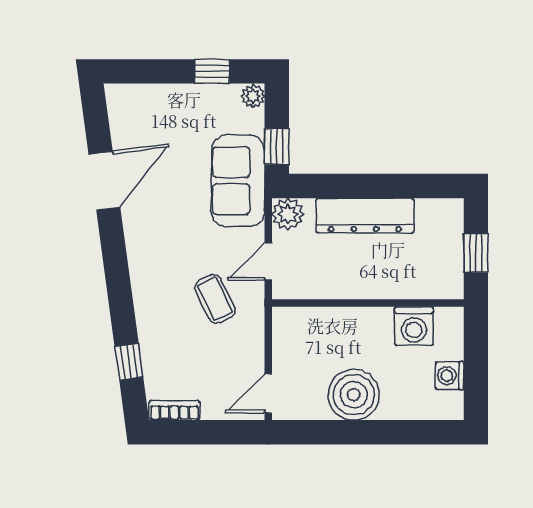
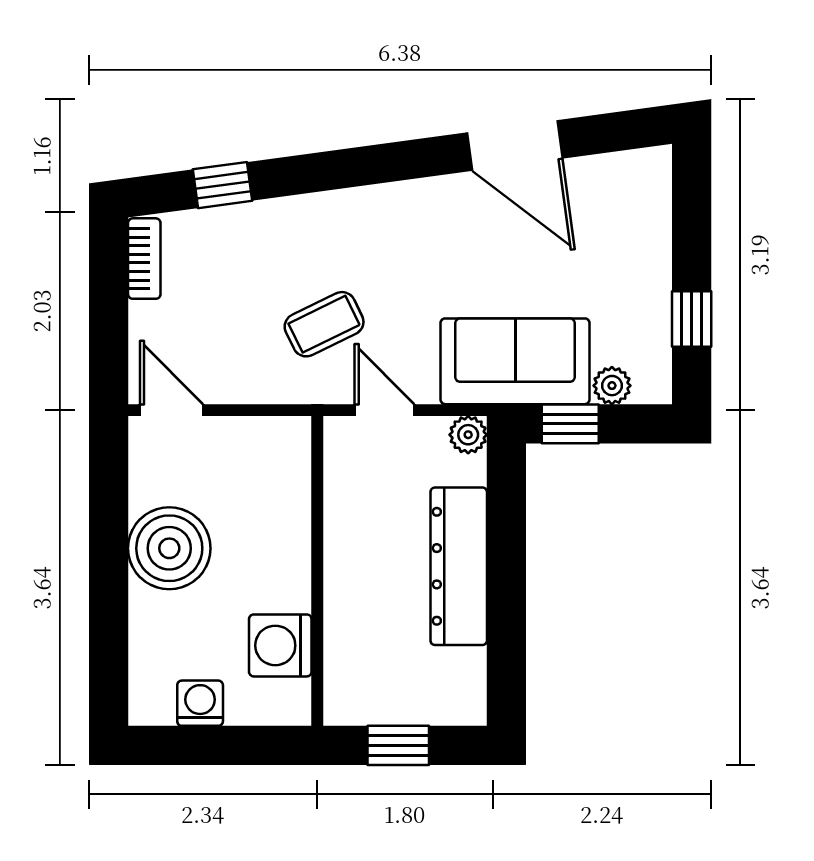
plant: (253, 96) -> (612, 386), moved
plant: (288, 214) -> (468, 435), width x0.73, depth x0.73

